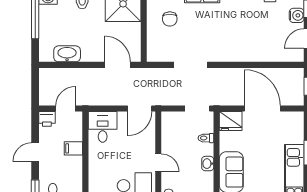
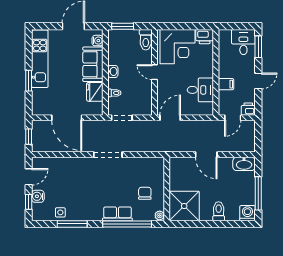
washbasin: (67, 54) -> (244, 164), moved
door: (117, 65) -> (206, 155), moved
doorway: (191, 65) -> (108, 155), moved
fridge: (231, 121) -> (95, 92), moved, turned -90
desk: (103, 127) -> (200, 90), moved, turned -90

